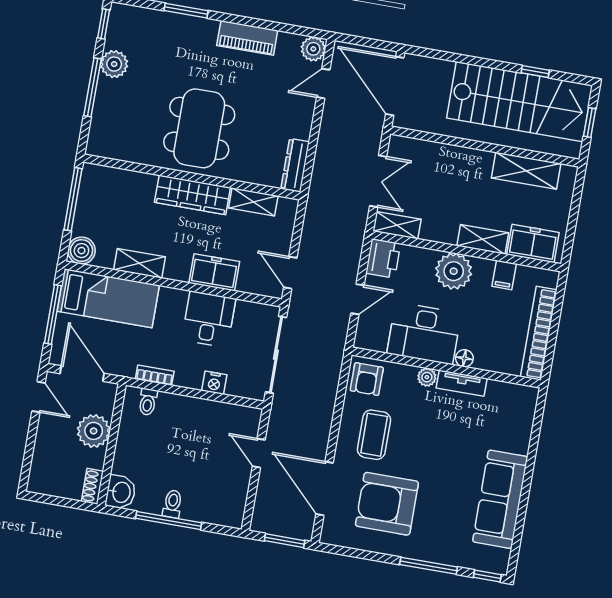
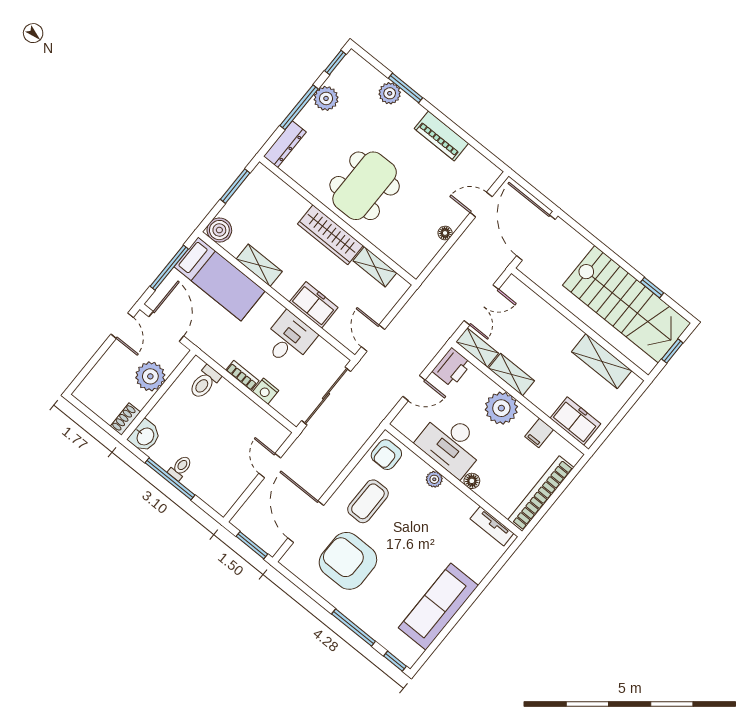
plant: (313, 49) -> (390, 93), moved
floor lamp: (304, 131) -> (445, 233), added
dresser: (295, 165) -> (285, 144), moved, turned 180
window: (73, 199) -> (235, 186), width x0.69
shelving: (483, 239) -> (512, 375), moved
bookcase: (155, 375) -> (242, 376), moved
tv unit: (462, 383) -> (492, 526), moved
toilet: (148, 402) -> (205, 382), width x1.37, depth x1.39

